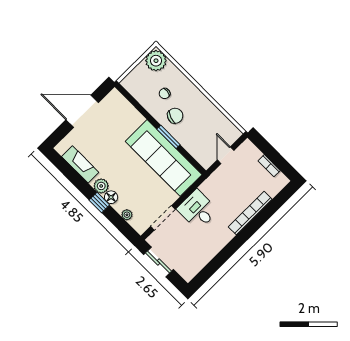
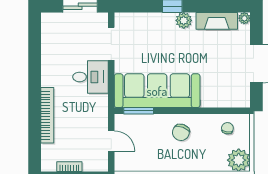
chair: (165, 93) -> (227, 128), moved
window: (168, 137) -> (139, 111), moved
floor lamp: (111, 197) -> (167, 19), removed
plant: (127, 215) -> (244, 18), moved

